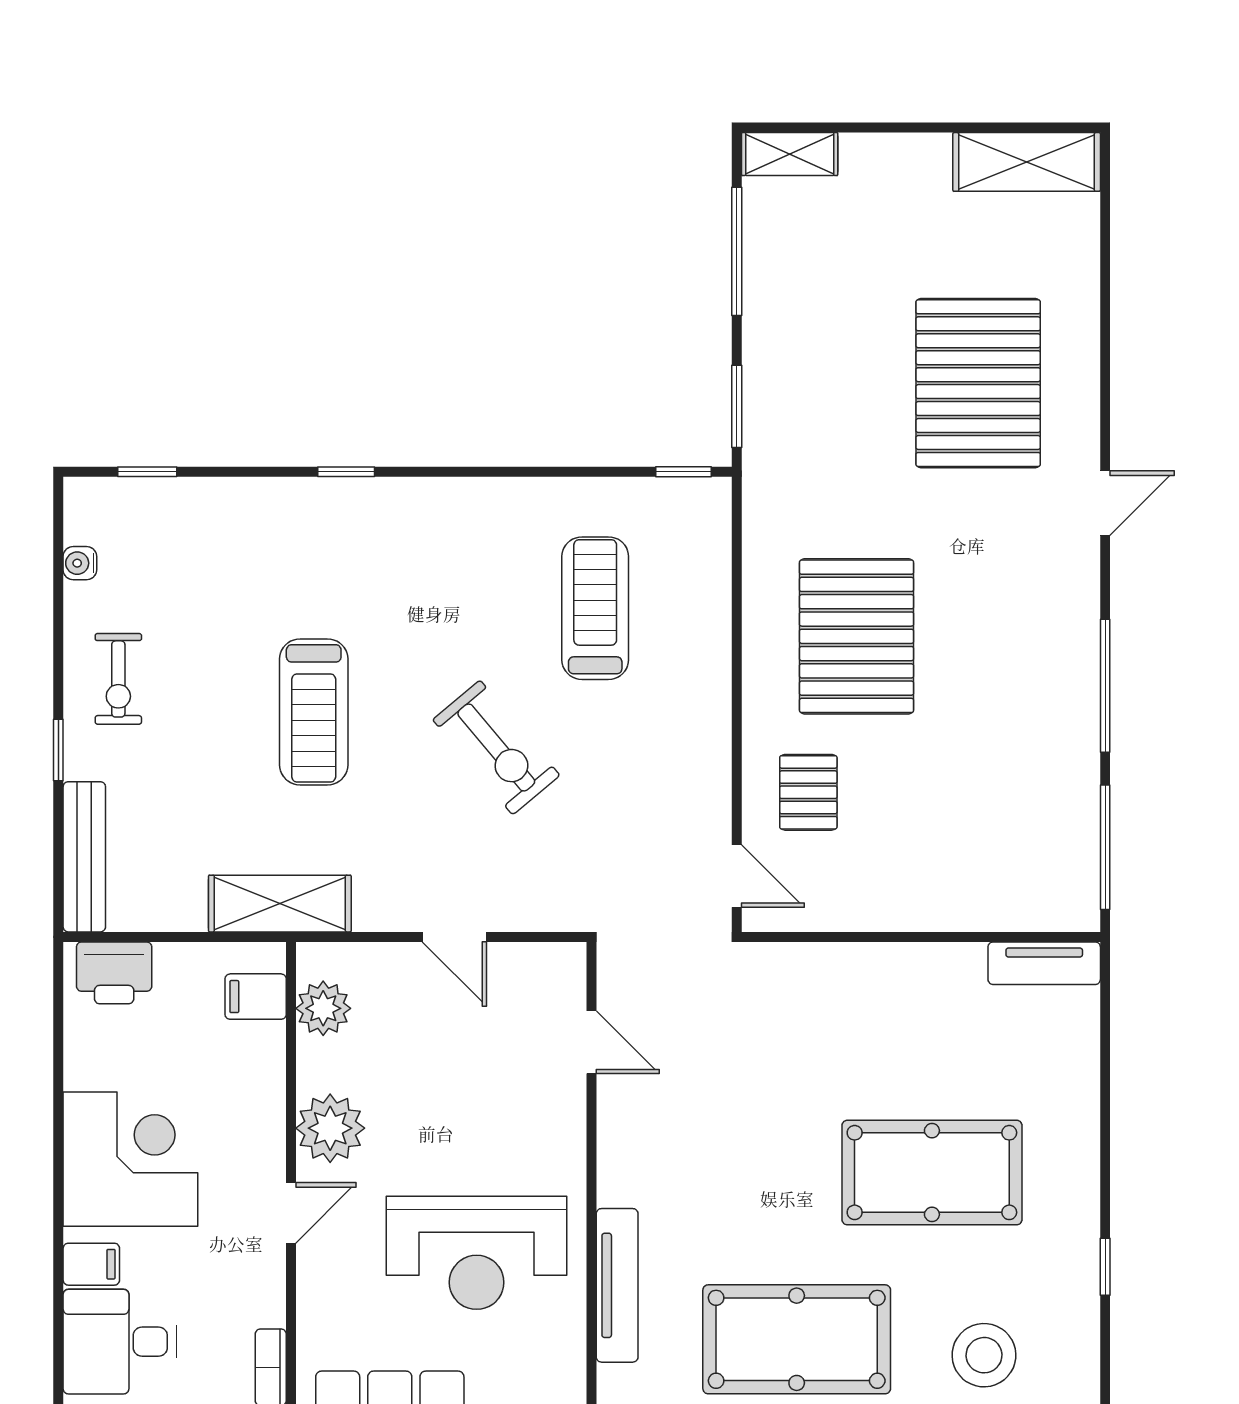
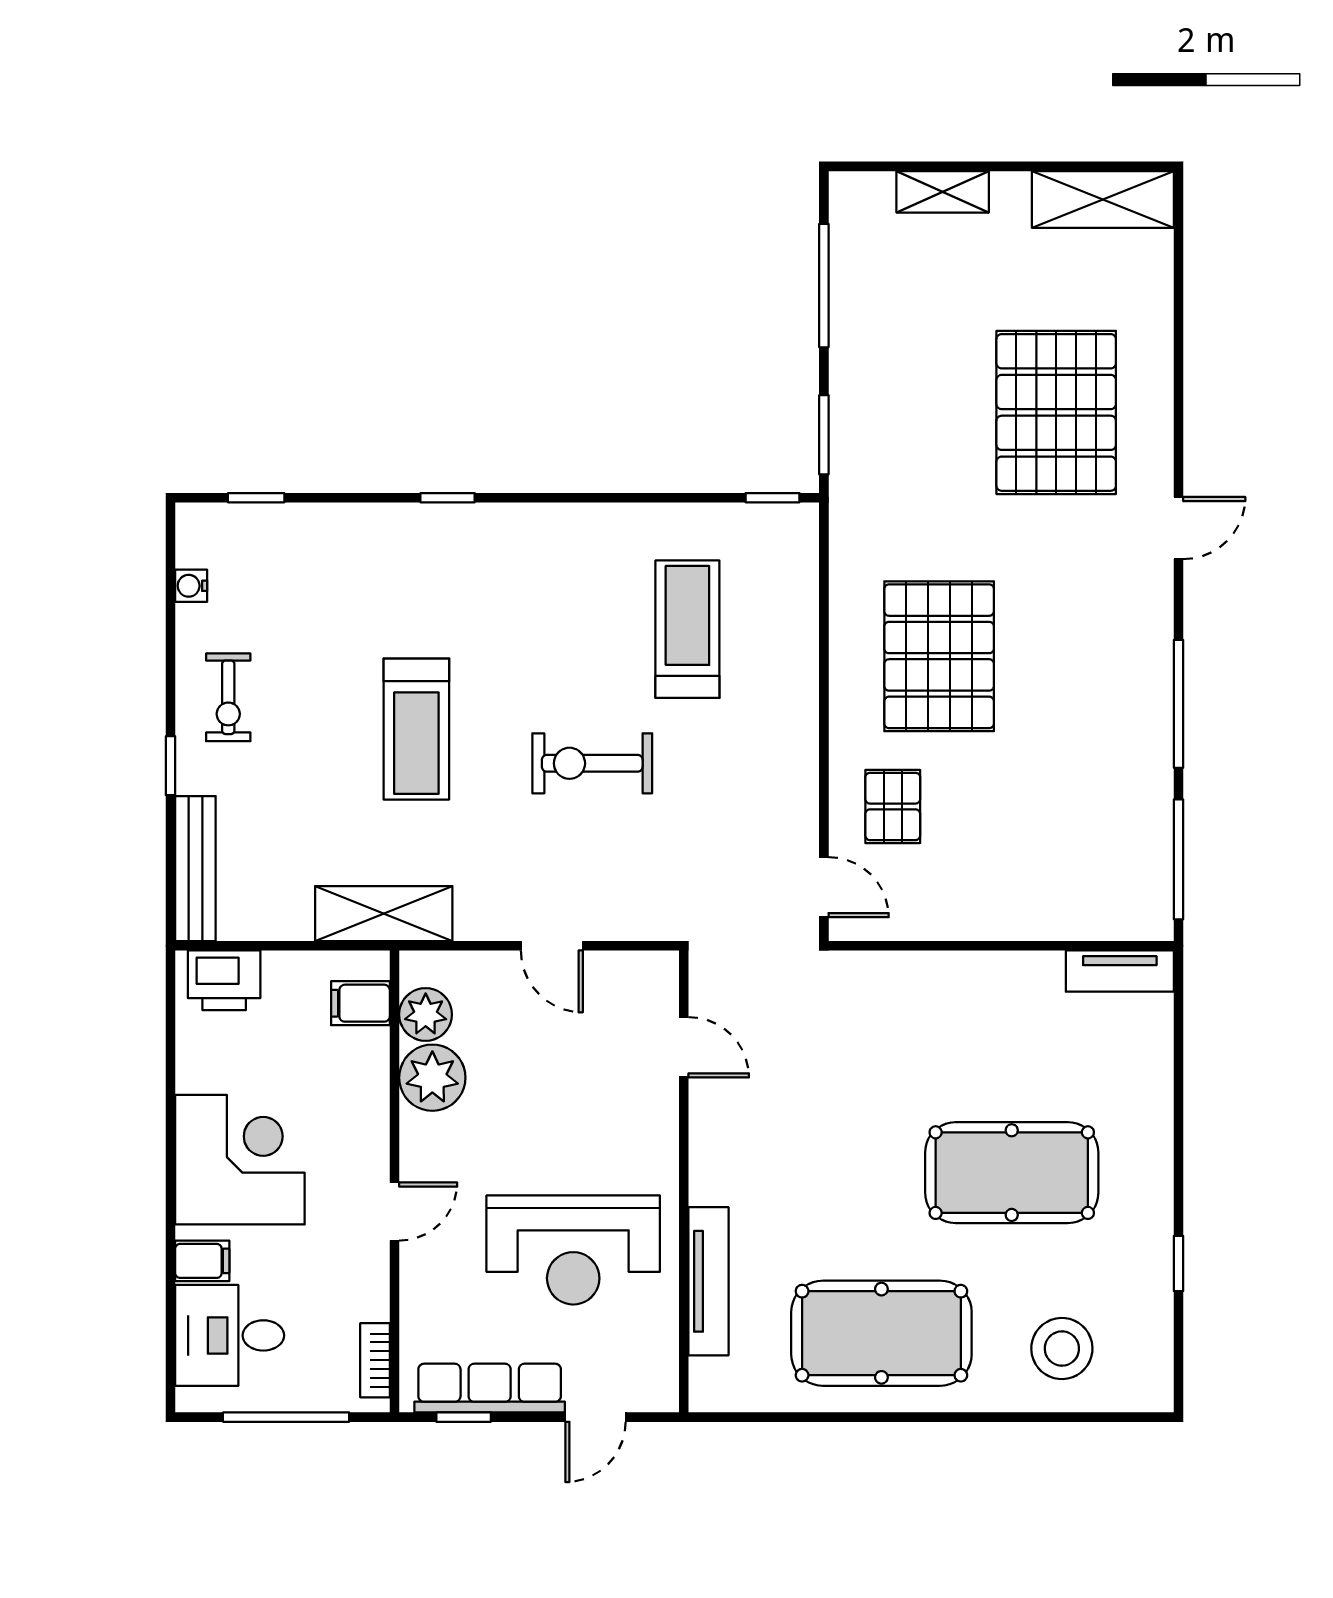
shelving: (790, 154) -> (943, 192), moved
exercise bike: (496, 747) -> (592, 763), turned 130
plant: (330, 1128) -> (432, 1078), moved

